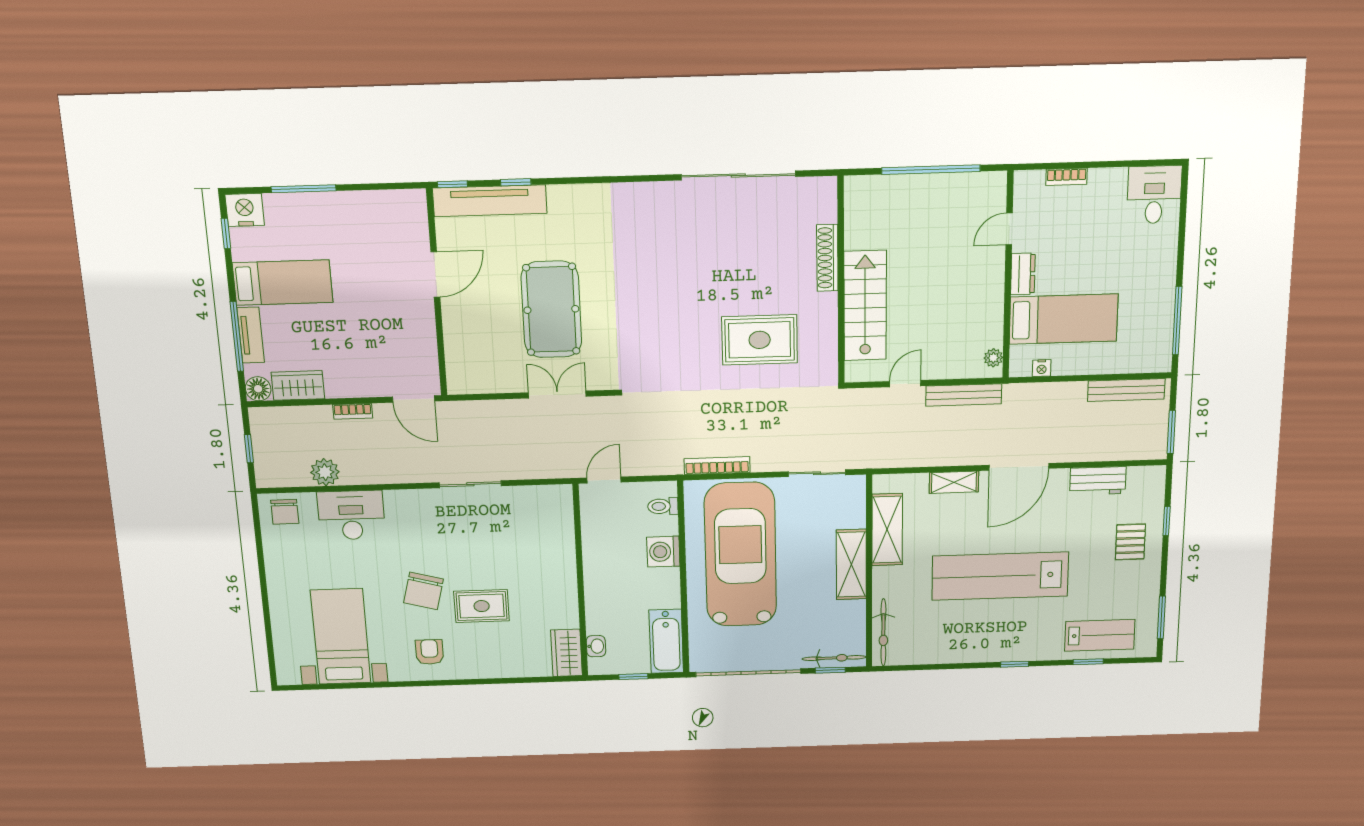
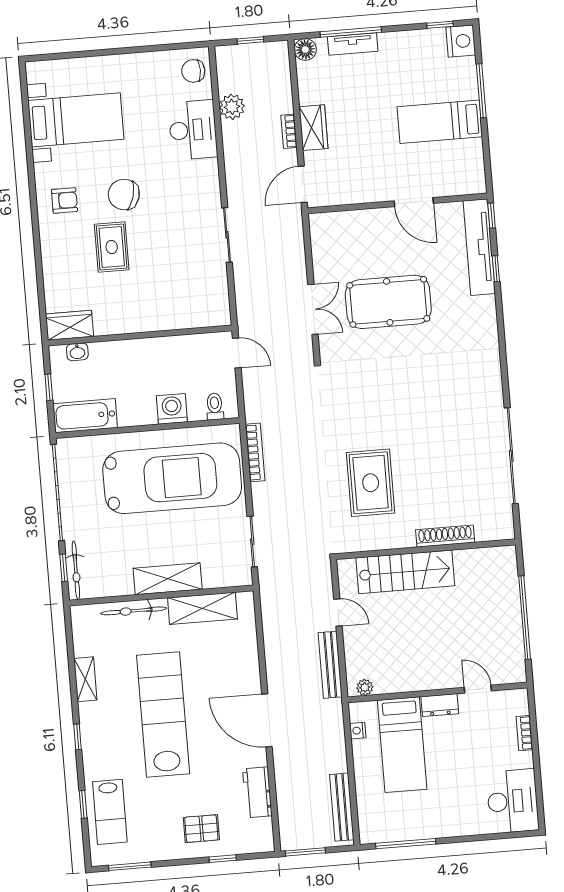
desk: (1154, 195) -> (513, 801), width x1.37
bed: (283, 283) -> (440, 122), moved, turned 90
wardrobe: (298, 385) -> (313, 128), moved
shelving: (954, 482) -> (85, 679), moved
bicycle: (883, 632) -> (134, 611), moved

